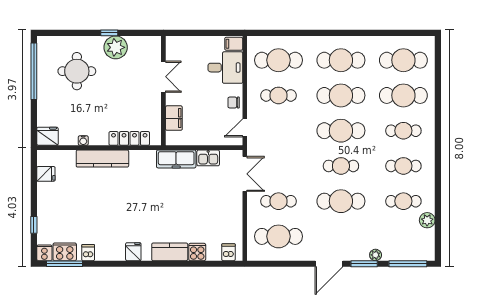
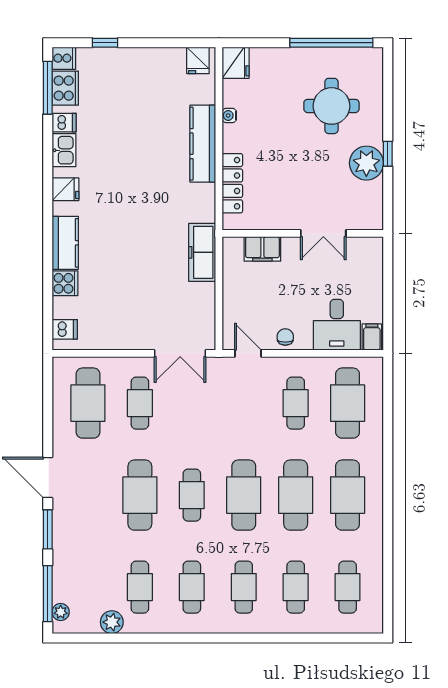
cafe table: (403, 60) -> (348, 587), width x0.73, depth x0.74
cafe table: (403, 95) -> (296, 587), width x0.73, depth x0.74
kitchen sink: (208, 158) -> (64, 150), moved, turned 180
fridge: (46, 174) -> (198, 60), moved
plant: (376, 255) -> (61, 612), moved

